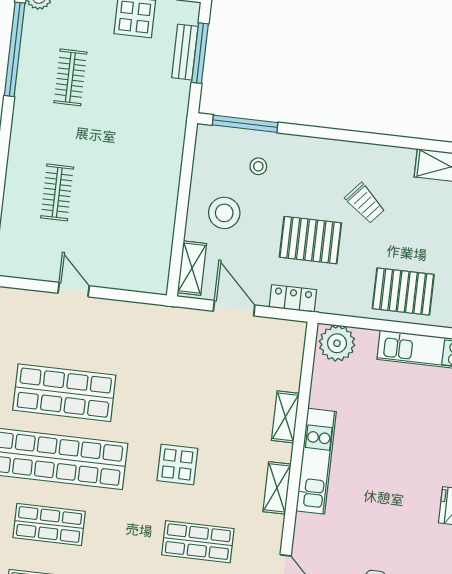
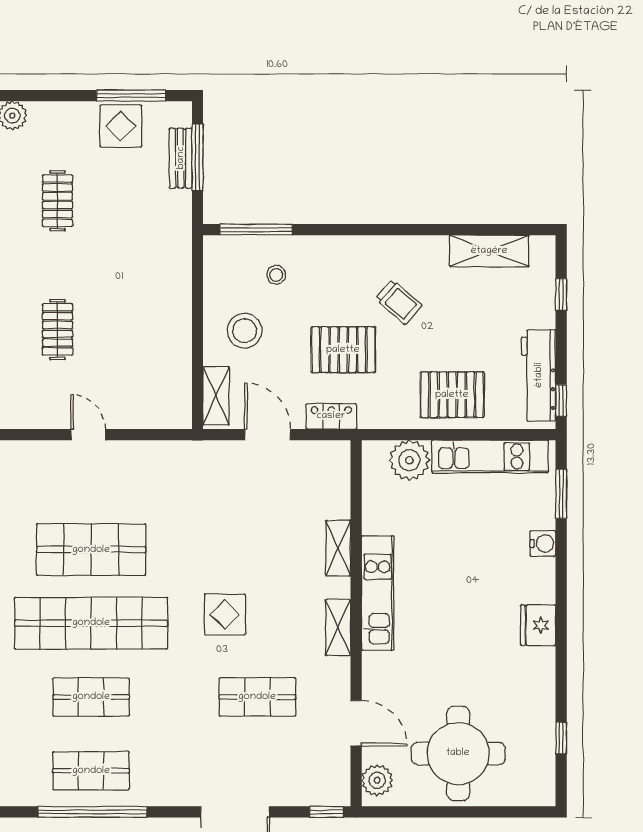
plant: (337, 343) -> (409, 460), moved

